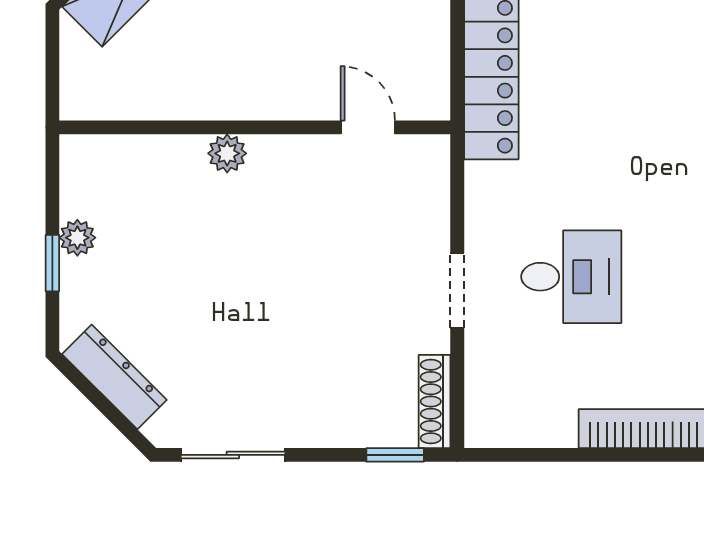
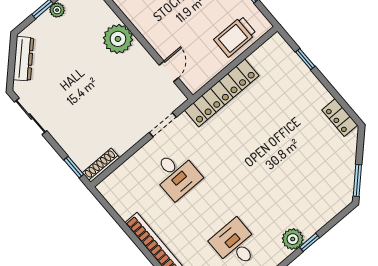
plant: (227, 153) -> (118, 39), width x1.88, depth x1.88
doorway: (457, 290) -> (163, 125), moved

